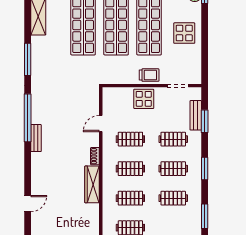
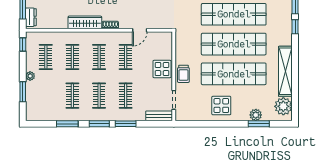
bench: (196, 115) -> (159, 116), moved
window: (205, 121) -> (126, 124), moved
door: (101, 124) -> (140, 30), swing flipped
window: (205, 216) -> (67, 124), moved

